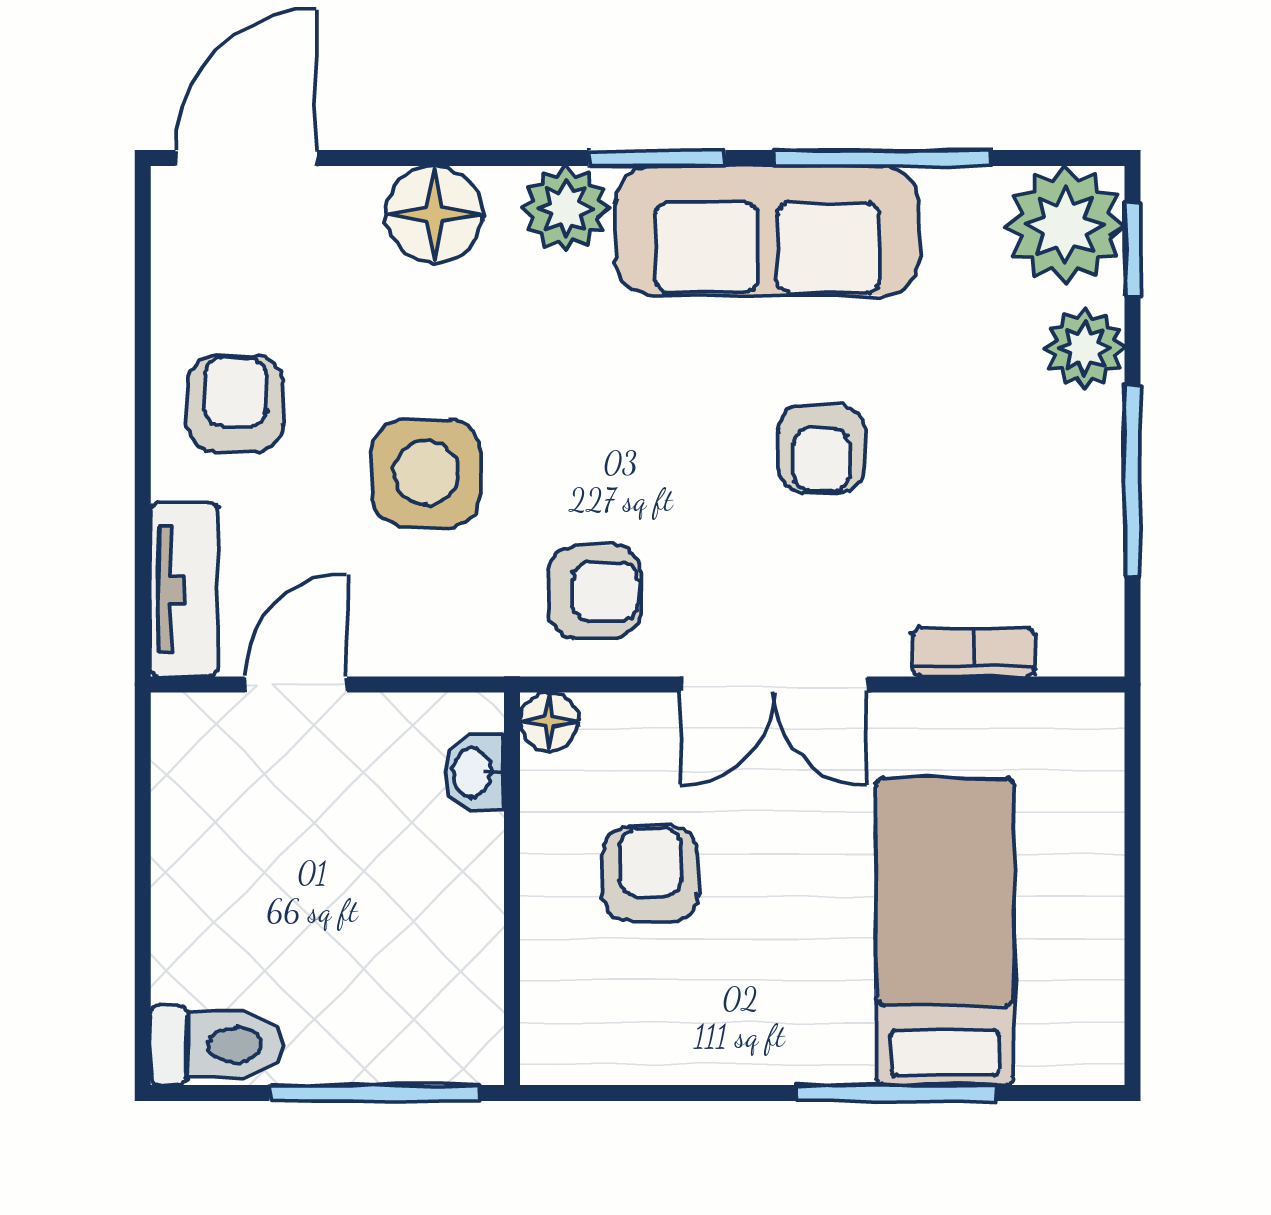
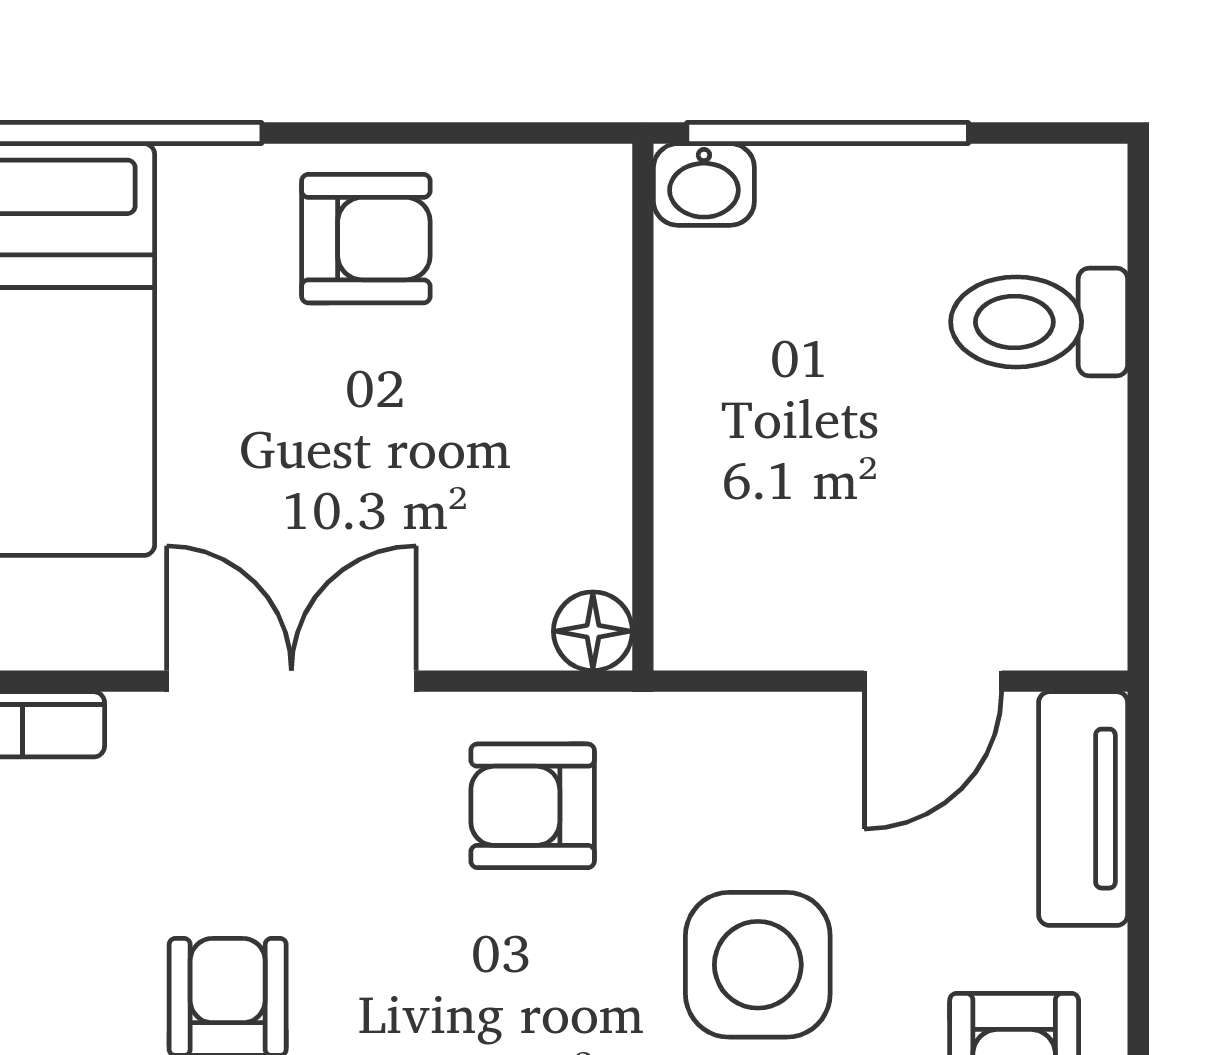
washbasin: (474, 772) -> (704, 184), moved, turned 90
armchair: (650, 874) -> (366, 239), moved, turned -90
toilet: (217, 1045) -> (1039, 322), moved

